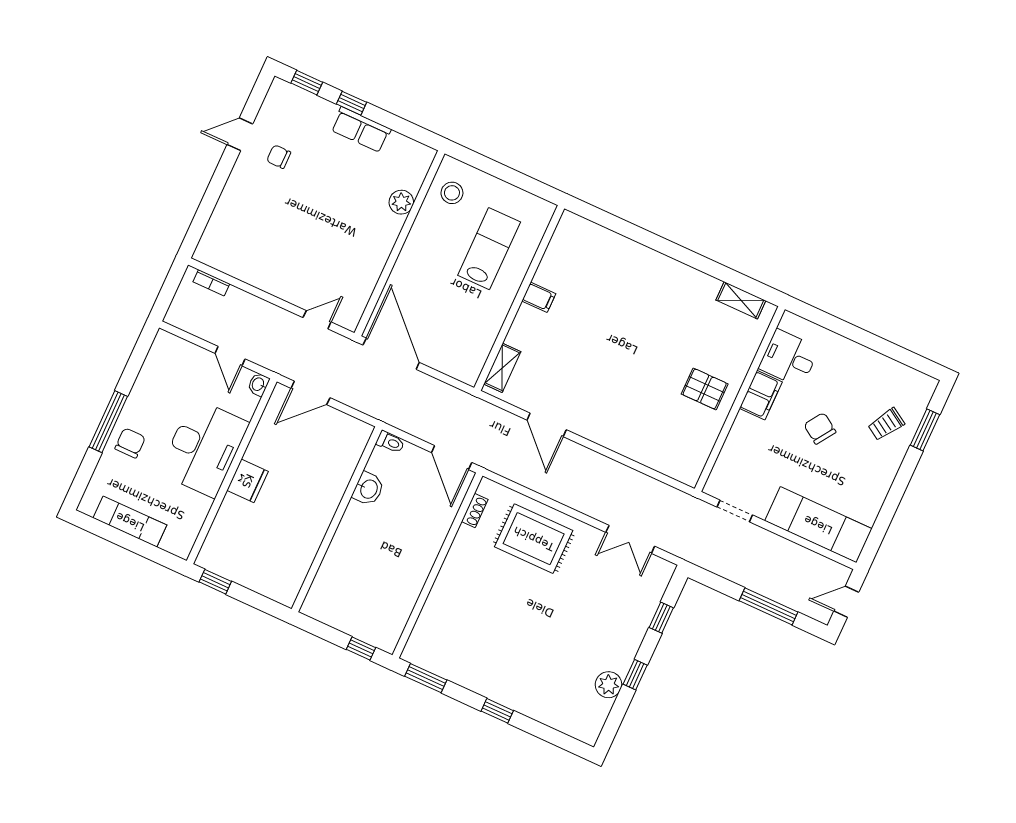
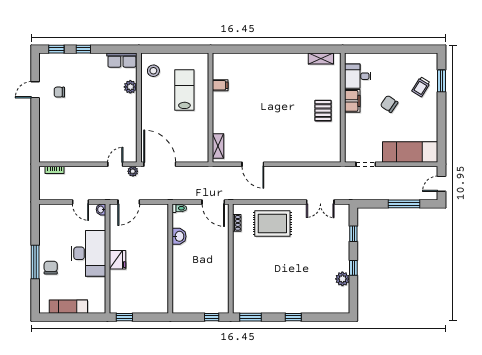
row of seats: (361, 130) -> (122, 60), moved
filing cabinet: (539, 297) -> (220, 85), moved
plant: (341, 345) -> (133, 171), added
pallet: (705, 389) -> (323, 111), turned 90

